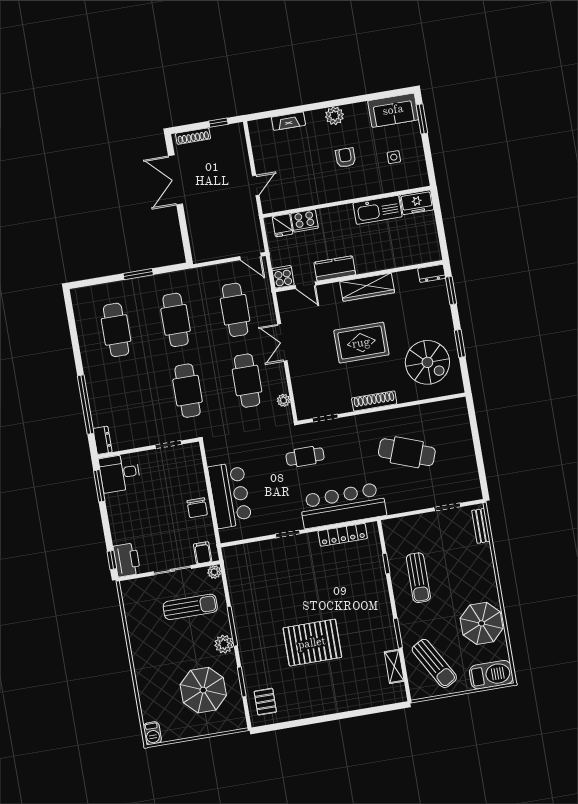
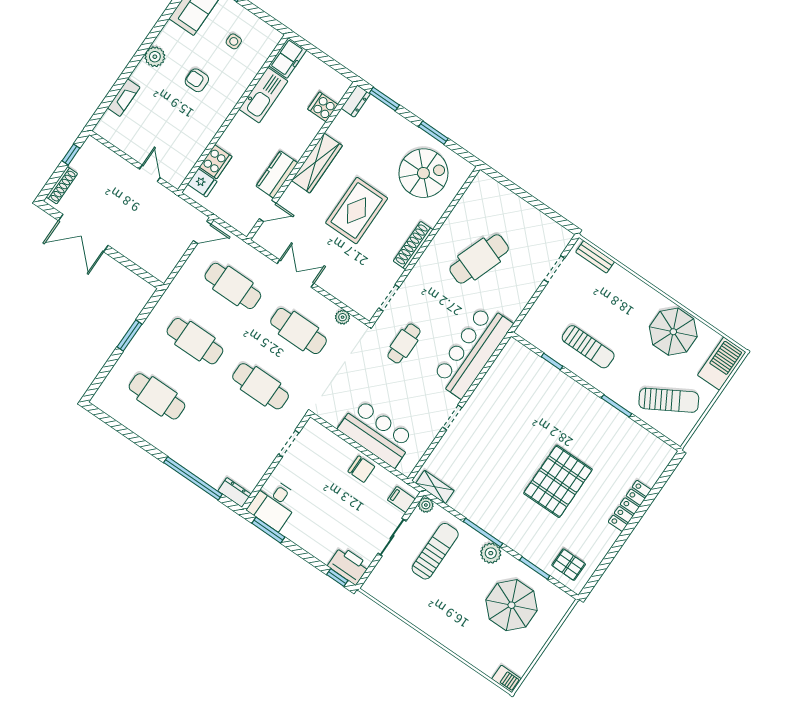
cooker: (283, 277) -> (323, 107), moved
double door: (282, 342) -> (295, 273), swing flipped
locker: (343, 535) -> (630, 506), moved, turned 180
shelving: (394, 666) -> (435, 487), moved

